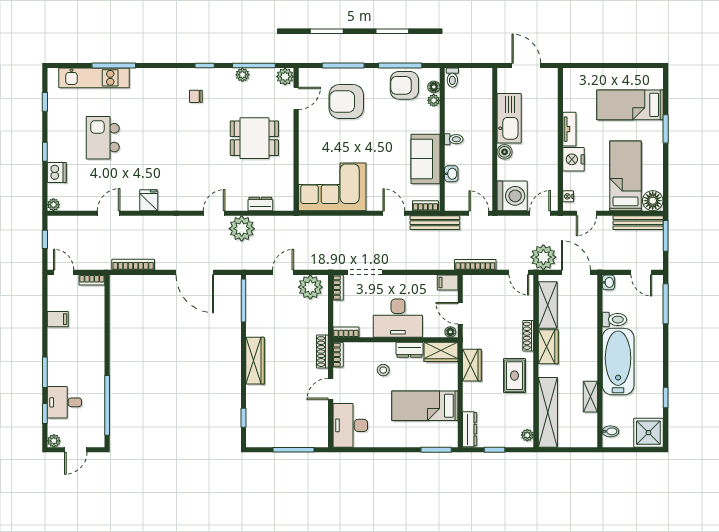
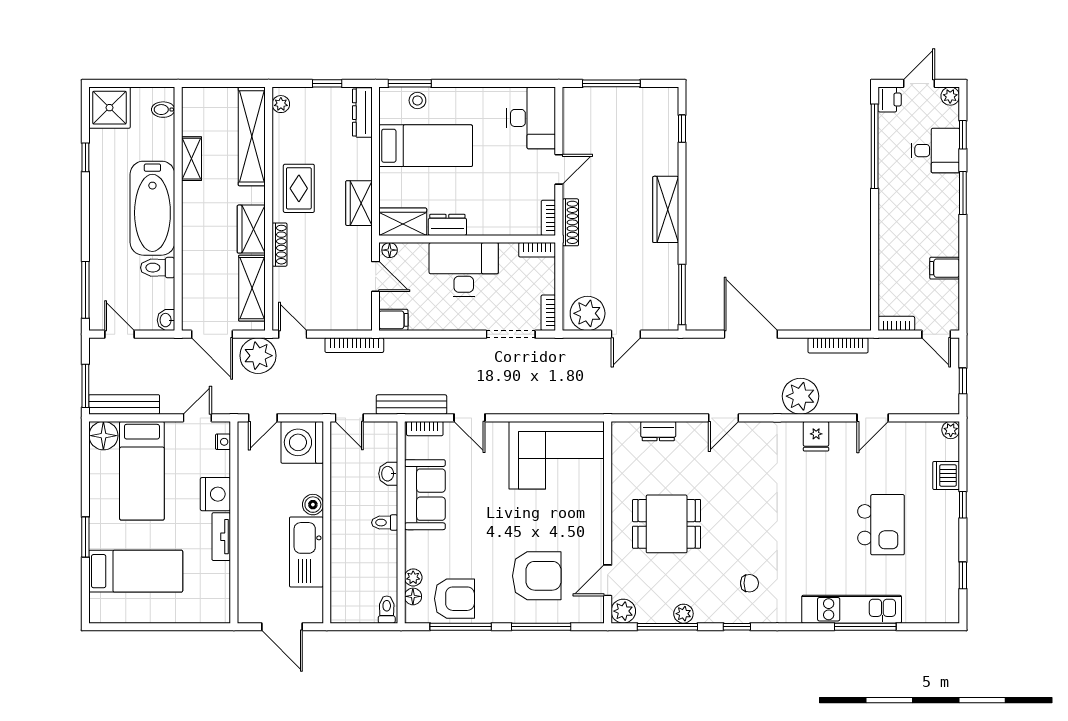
kitchen unit: (94, 78) -> (852, 609), moved
plant: (242, 229) -> (801, 396), moved
stool: (383, 370) -> (417, 100), moved
printer: (97, 438) -> (890, 99), added

